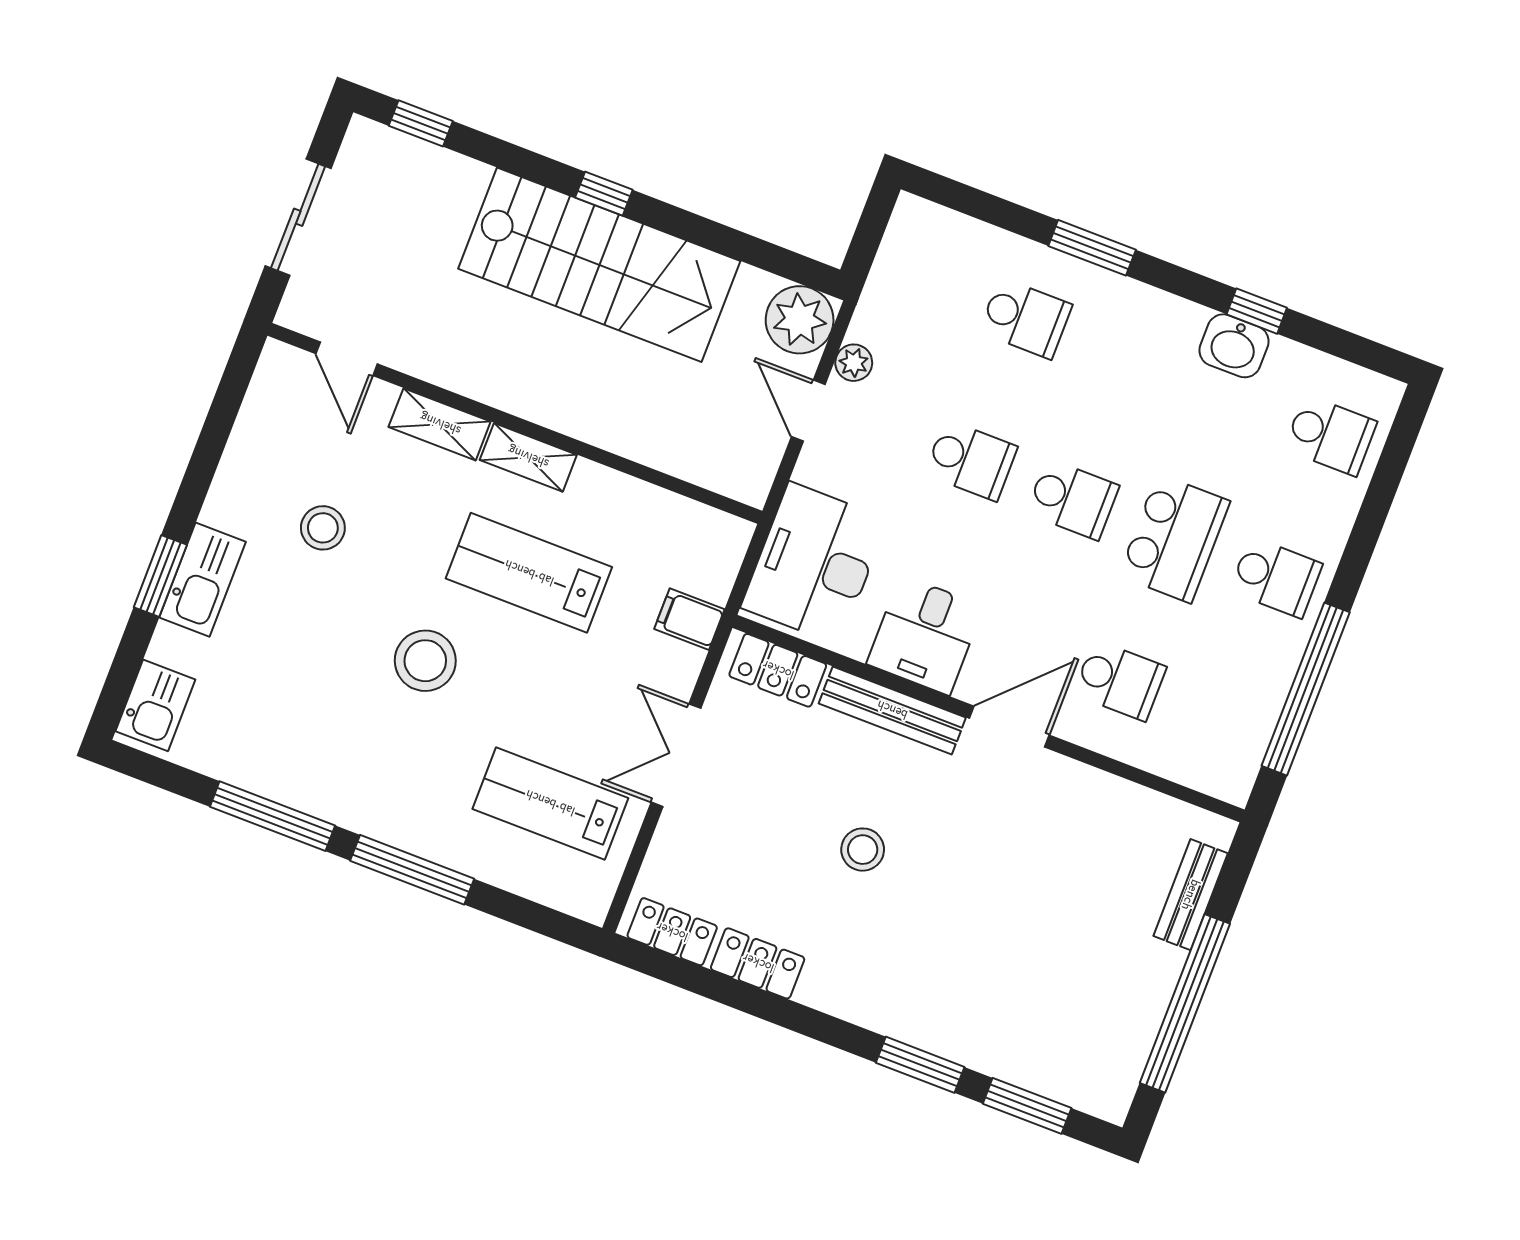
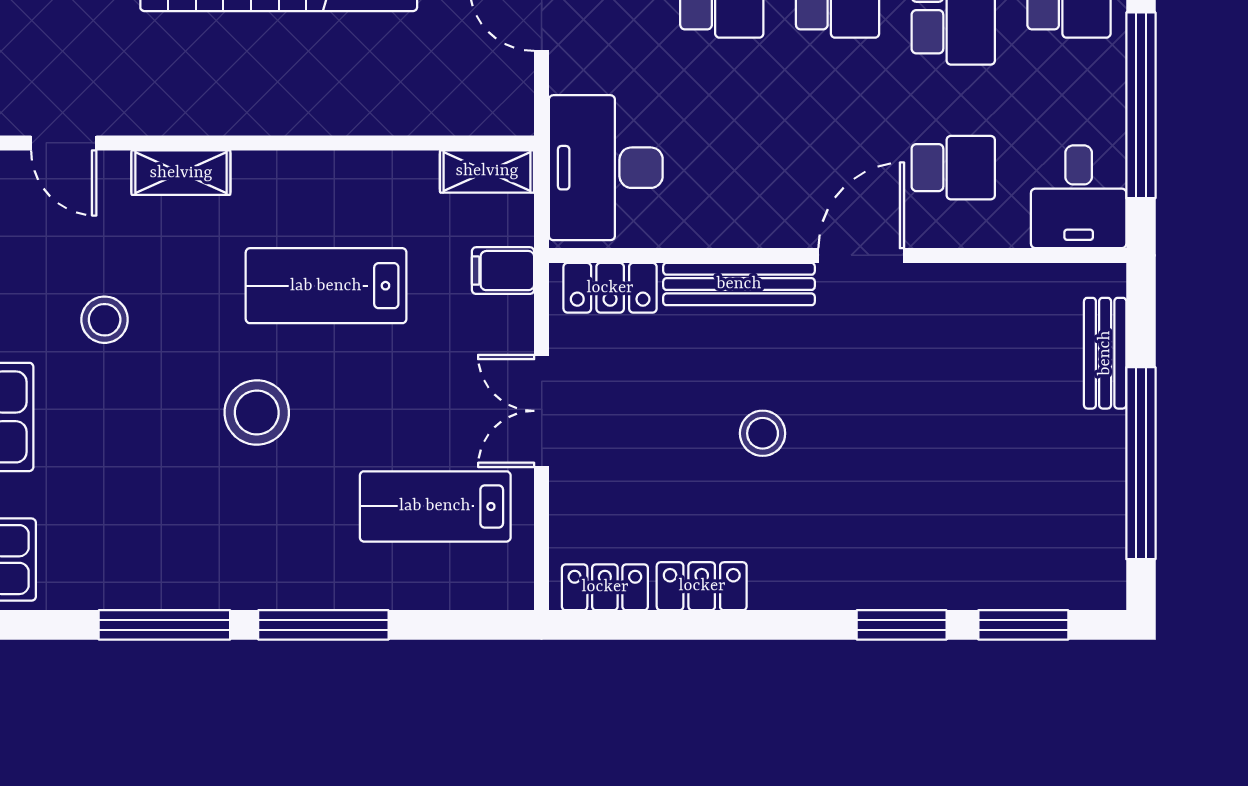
shelving: (528, 457) -> (487, 171), moved
desk: (925, 635) -> (1079, 197), moved

